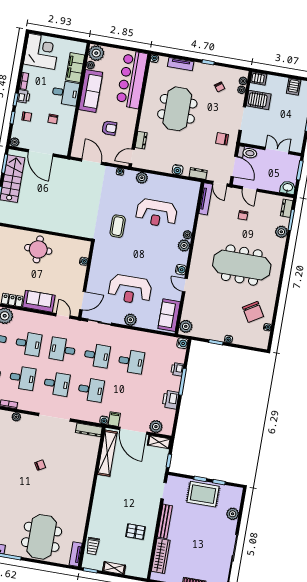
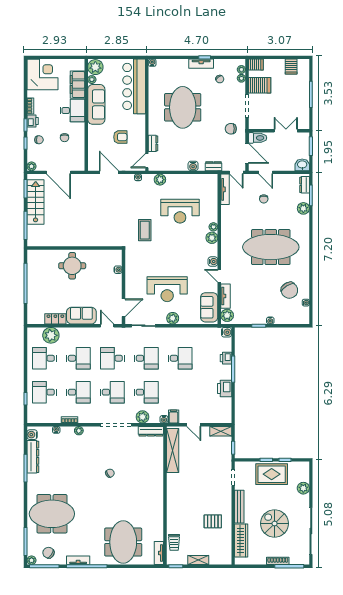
tv unit: (181, 64) -> (201, 64), moved
tv unit: (188, 307) -> (226, 296), added
plant: (156, 427) -> (143, 417), moved
door: (133, 431) -> (194, 425), width x0.53
spiral stairs: (197, 544) -> (275, 524), added

